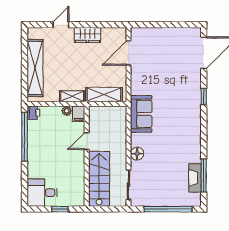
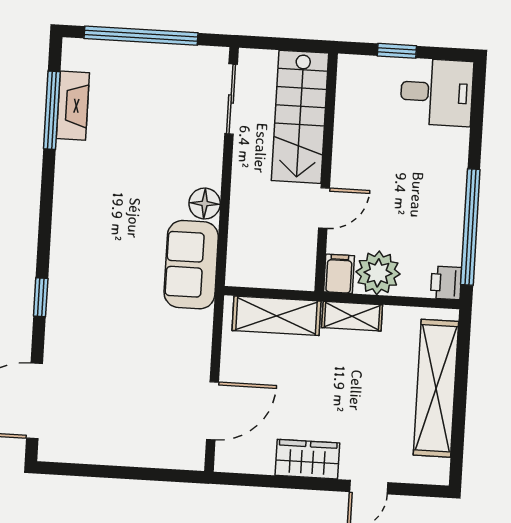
plant: (67, 111) -> (378, 273), width x1.88, depth x1.88
floor lamp: (137, 154) -> (205, 204), moved

